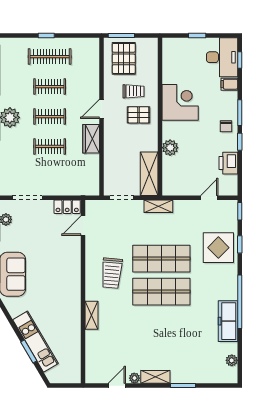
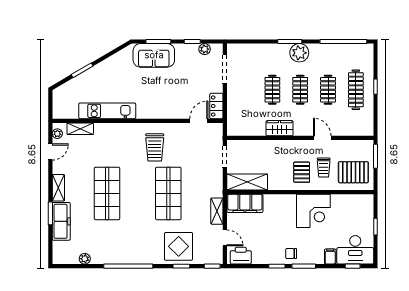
pallet: (124, 58) -> (353, 172), moved
door: (102, 109) -> (322, 138), moved
plant: (170, 148) -> (271, 202), removed
printer: (228, 163) -> (241, 256), moved
filing cabinet: (172, 176) -> (245, 203), added
shelving: (158, 206) -> (217, 211), moved
door: (83, 226) -> (199, 121), hinge flipped
trolley: (112, 273) -> (155, 147), turned -95
shop shelf: (161, 292) -> (107, 193), moved
shelving: (92, 315) -> (80, 129), moved
freezer: (228, 321) -> (61, 221), moved, turned 90
kitchen unit: (36, 342) -> (107, 111), moved, turned -150
plant: (232, 360) -> (85, 259), moved
plant: (134, 378) -> (57, 134), moved
door: (117, 386) -> (50, 152), hinge flipped

